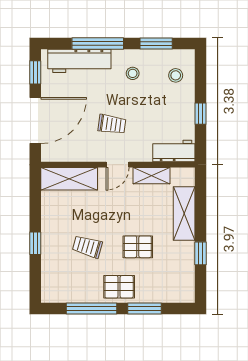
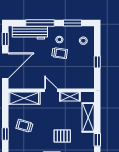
trolley: (112, 124) -> (60, 53), moved
workbench: (174, 151) -> (82, 83), removed
door: (118, 165) -> (51, 90), swing flipped
trolley: (87, 247) -> (25, 126), moved

